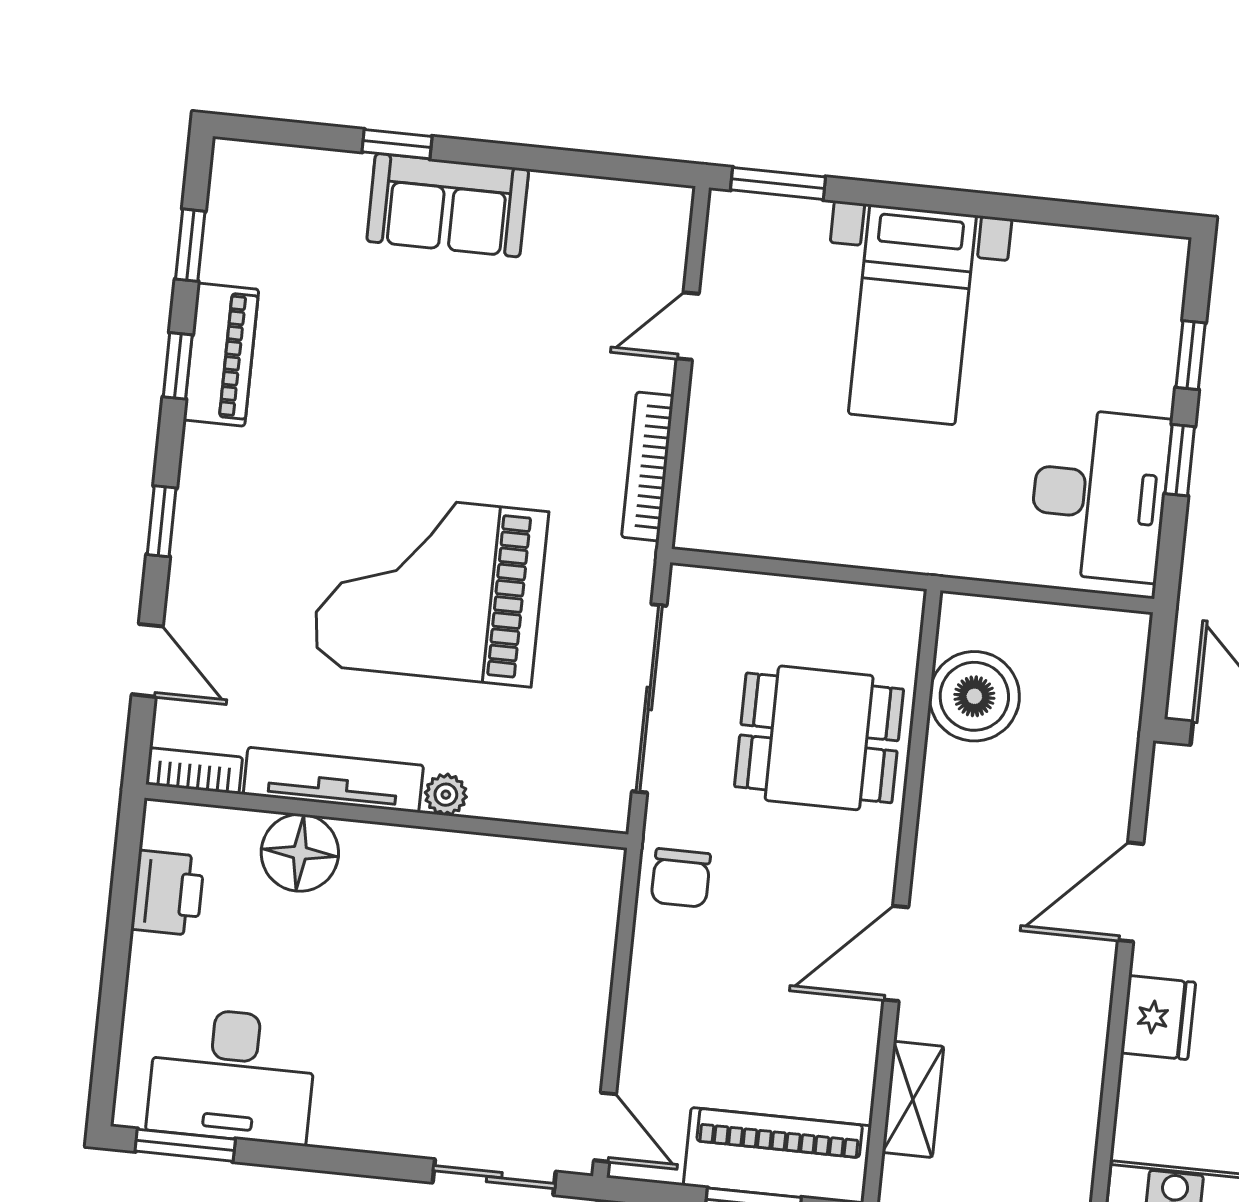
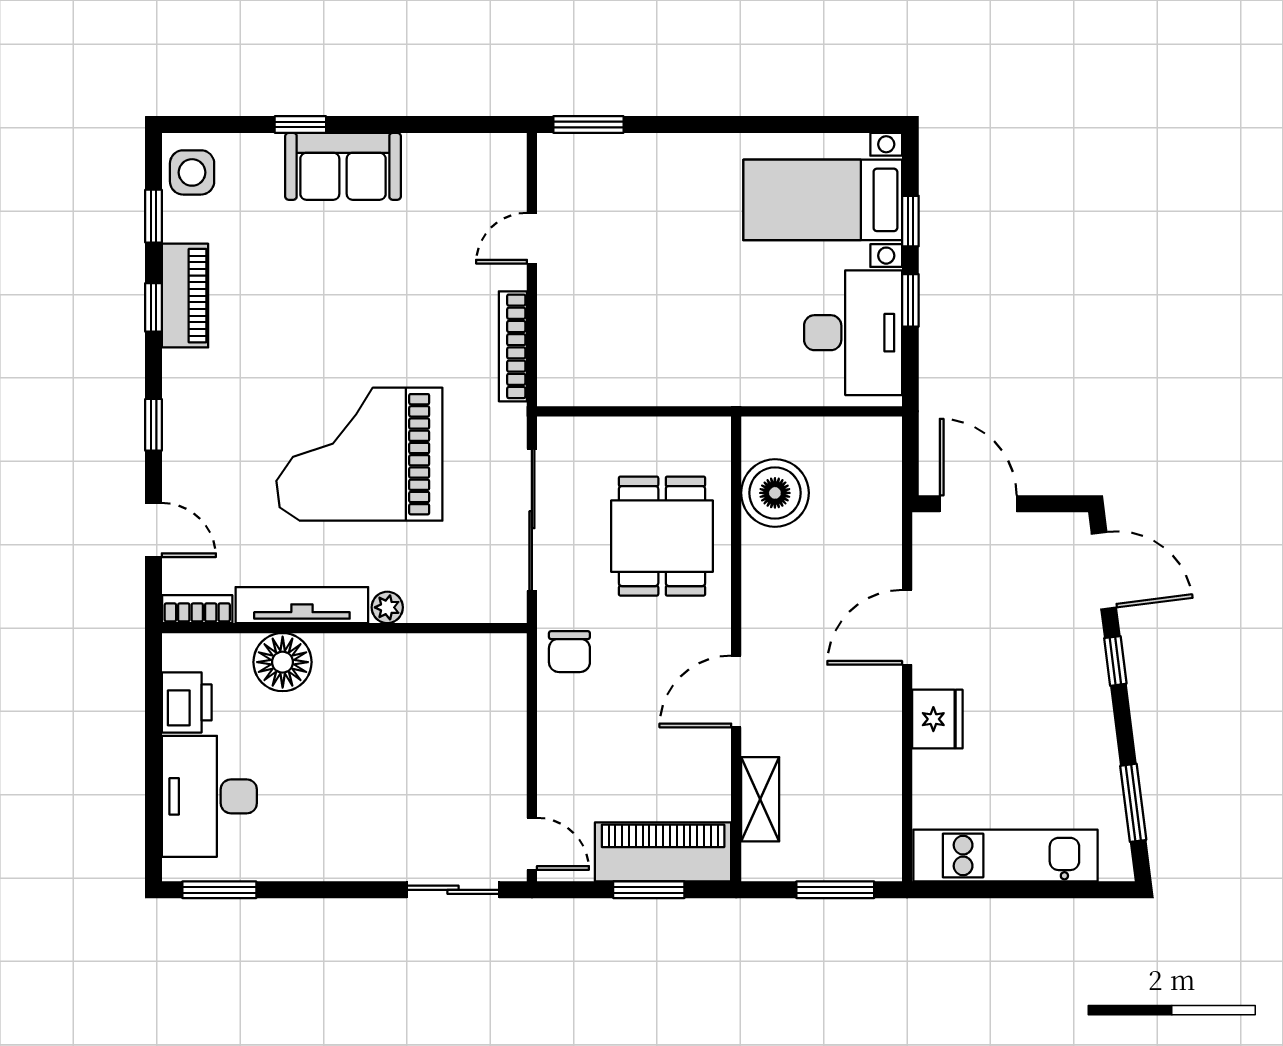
side table: (247, 193) -> (192, 172), added
bed with nightstands: (912, 315) -> (823, 200), moved, turned 90
dining table: (819, 738) -> (662, 536), turned 90
desk: (232, 1075) -> (209, 796), moved, turned 90

